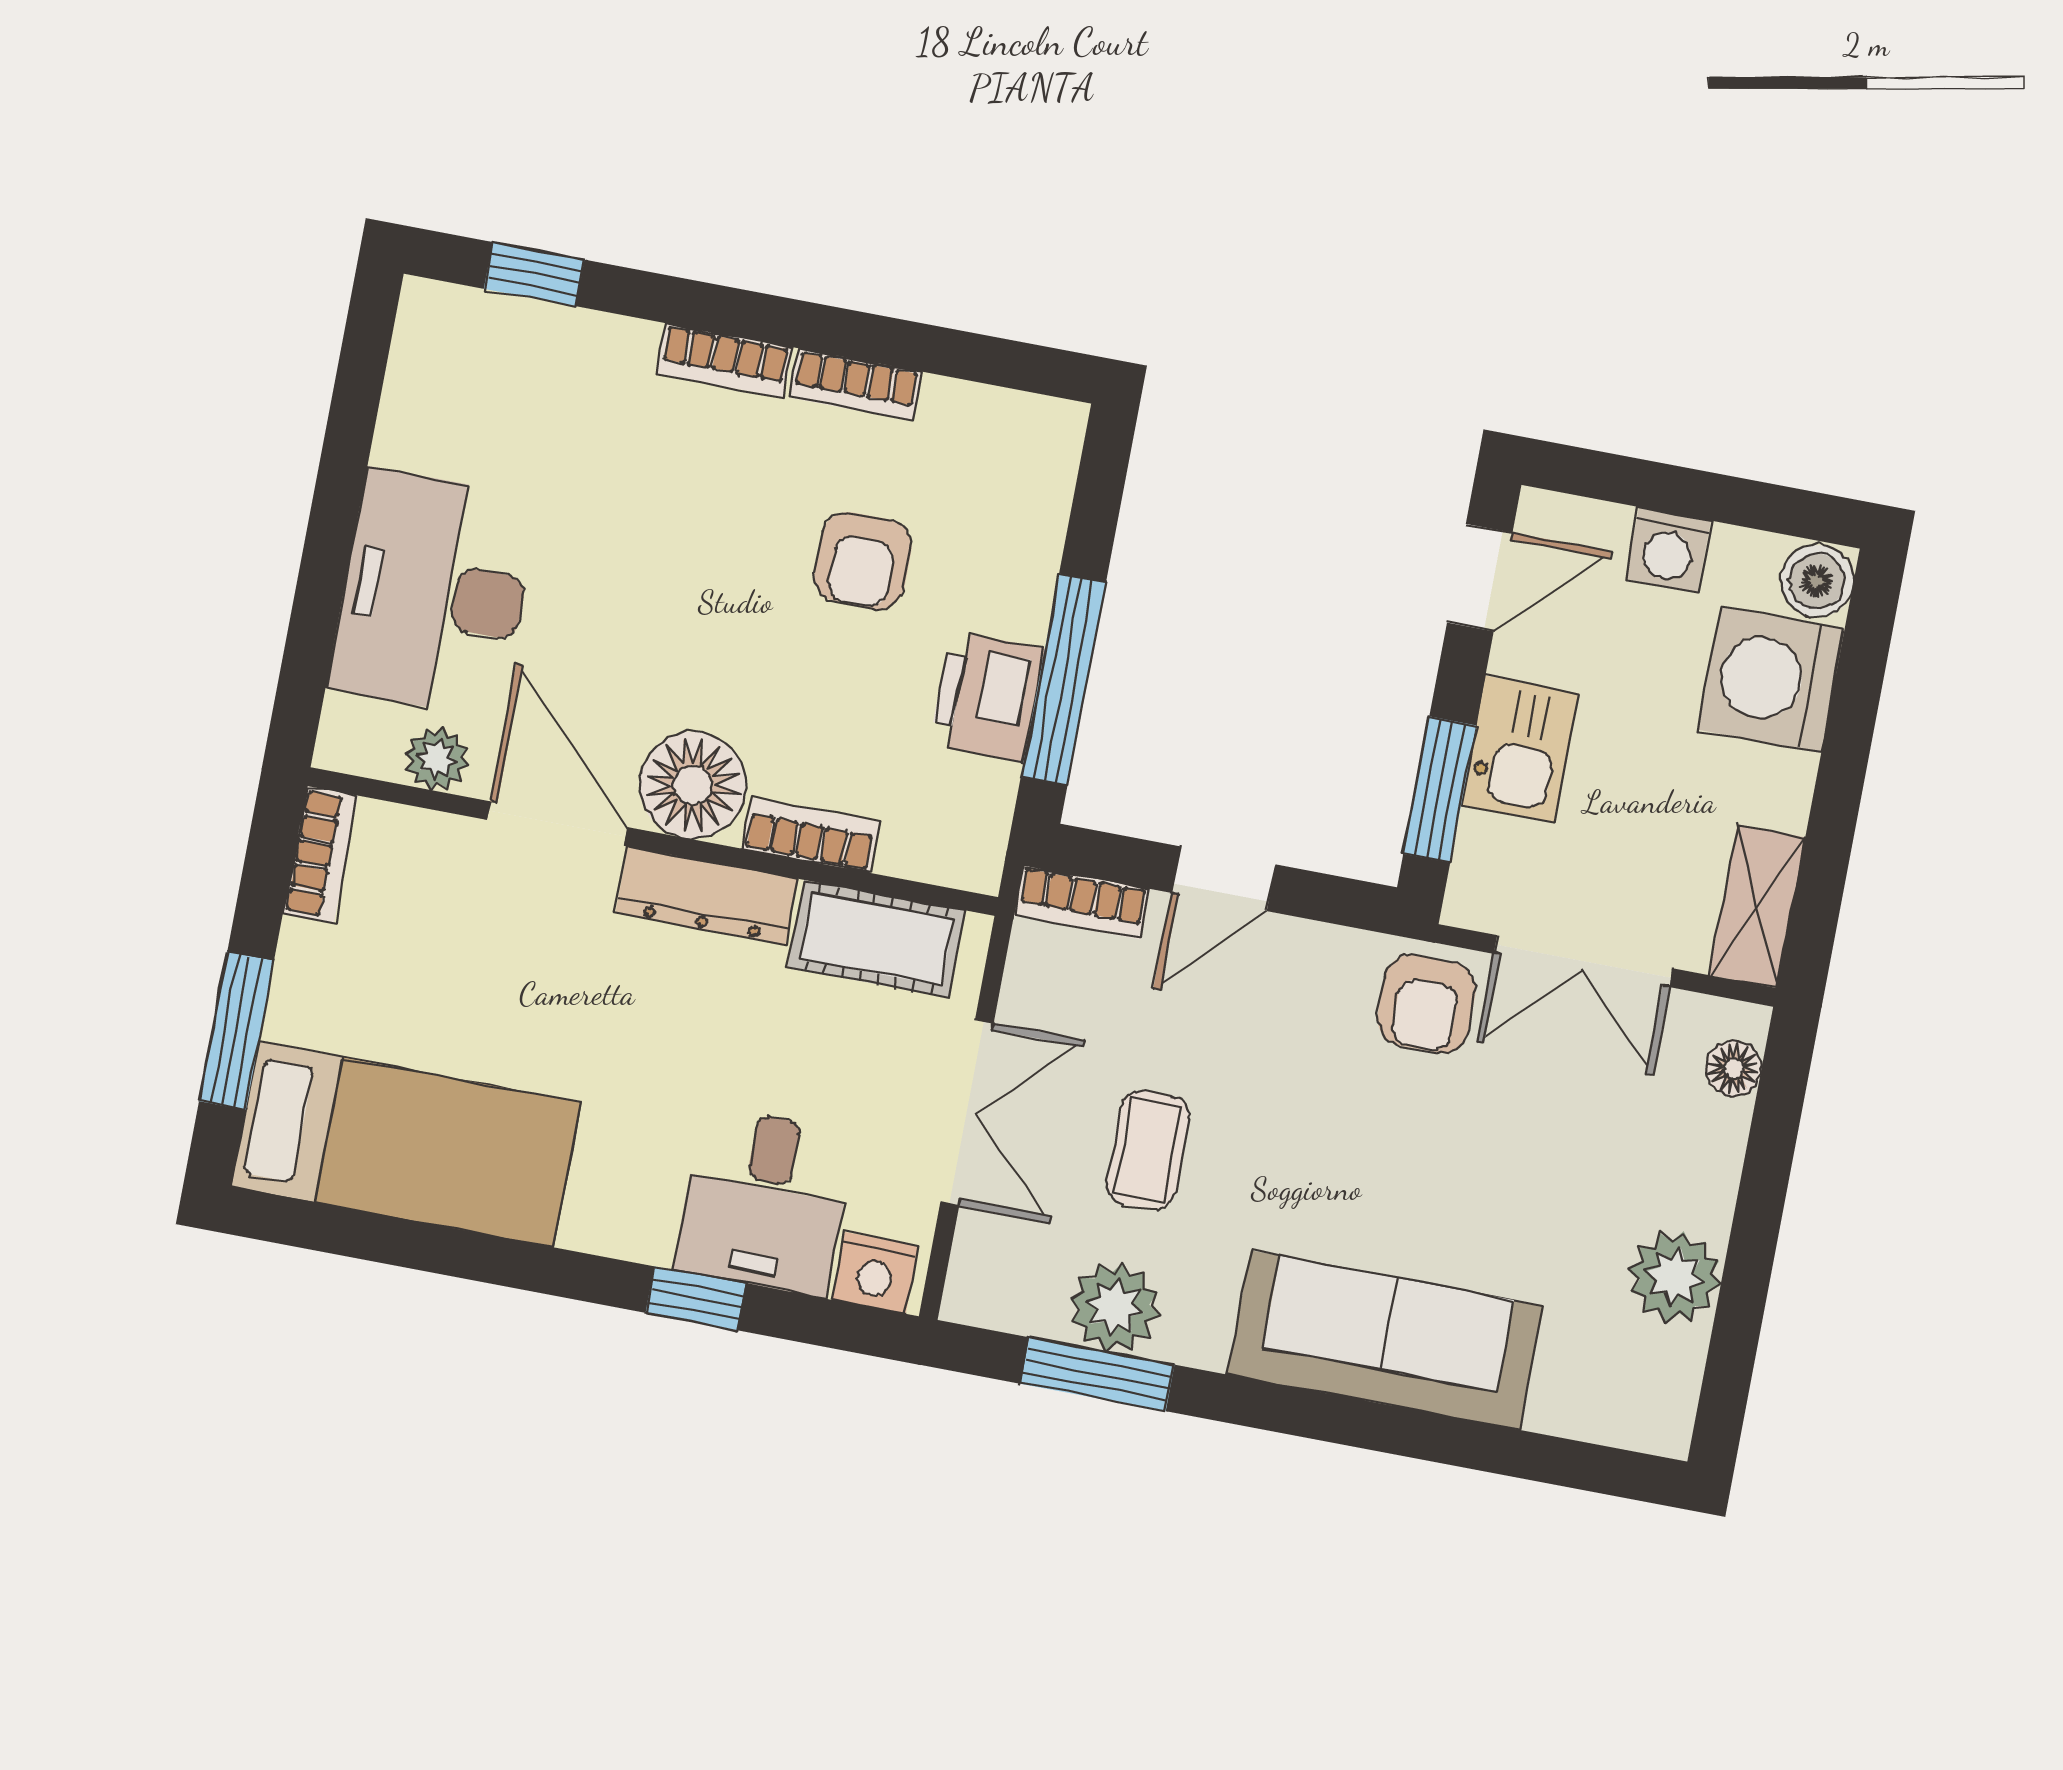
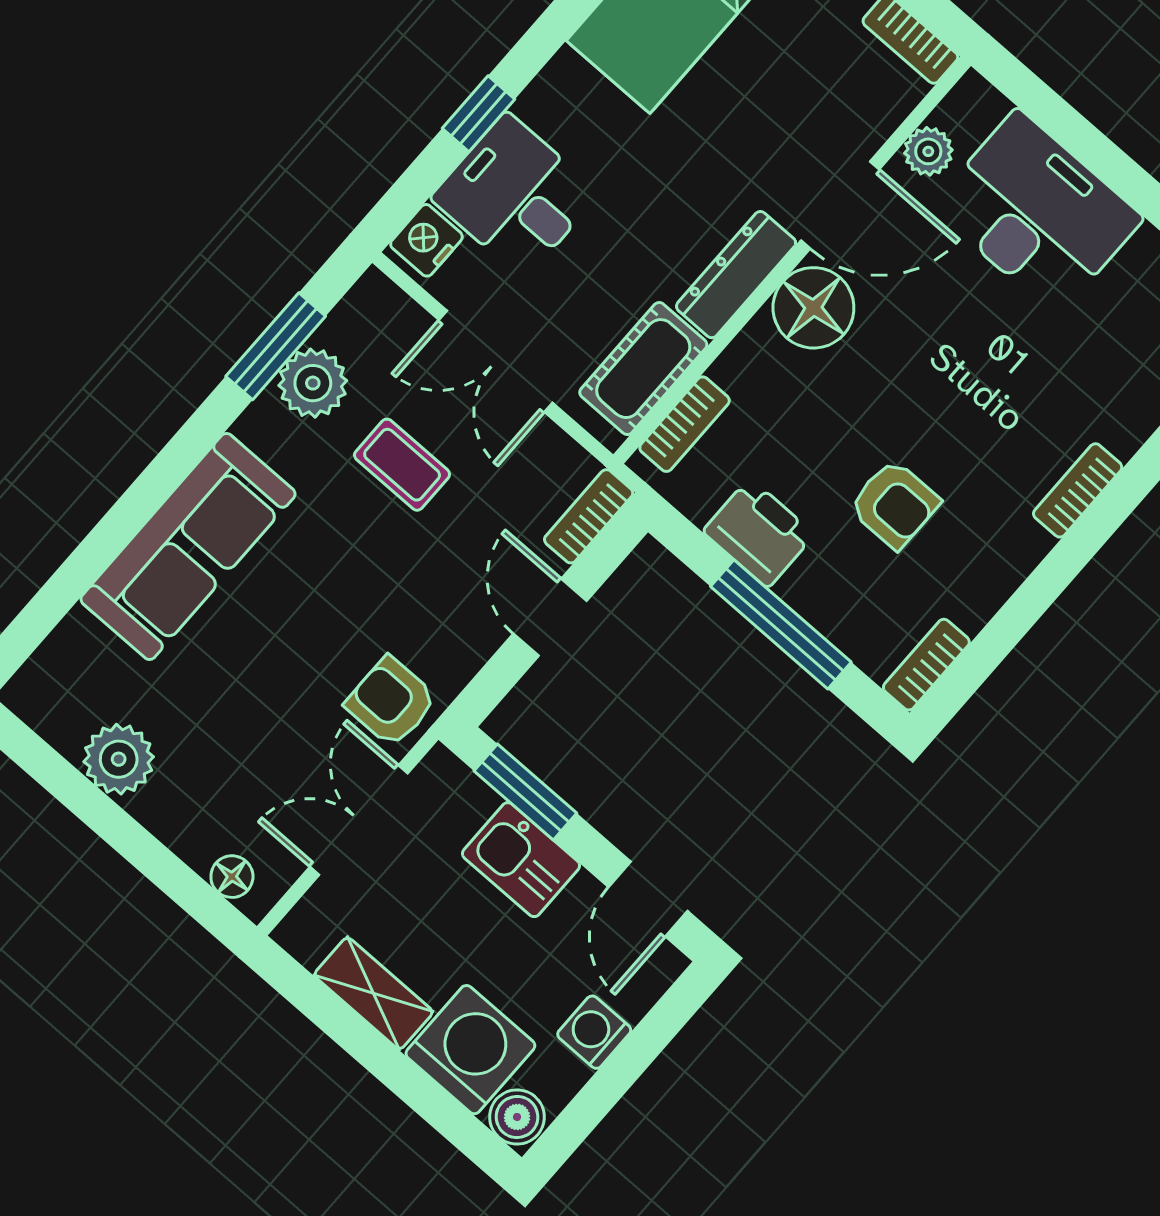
bookcase: (856, 385) -> (926, 665), moved
armchair: (863, 561) -> (894, 504), turned 180
window: (1063, 680) -> (781, 624), moved
bookcase: (810, 835) -> (685, 424), moved
shelving: (1757, 906) -> (373, 993), moved

